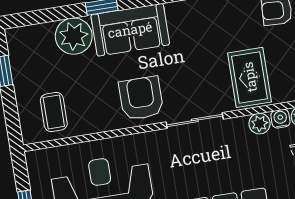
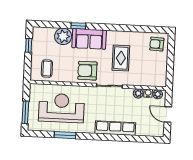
rug: (250, 77) -> (121, 58), moved
armchair: (141, 98) -> (87, 71), turned -90

